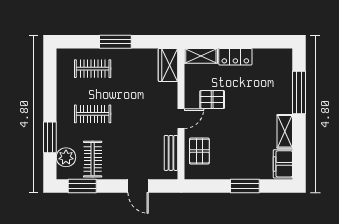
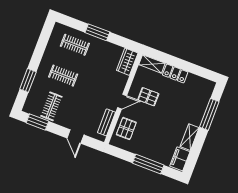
plant: (66, 157) -> (34, 98), removed
window: (245, 186) -> (148, 164), width x1.44

